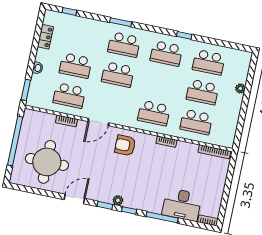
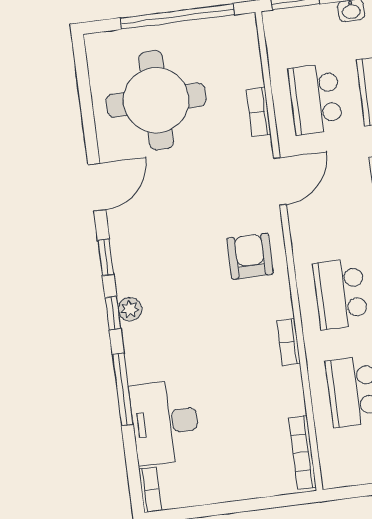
door: (98, 122) -> (280, 181), swing flipped
door: (74, 199) -> (97, 187), hinge flipped
plant: (118, 200) -> (130, 309), moved

